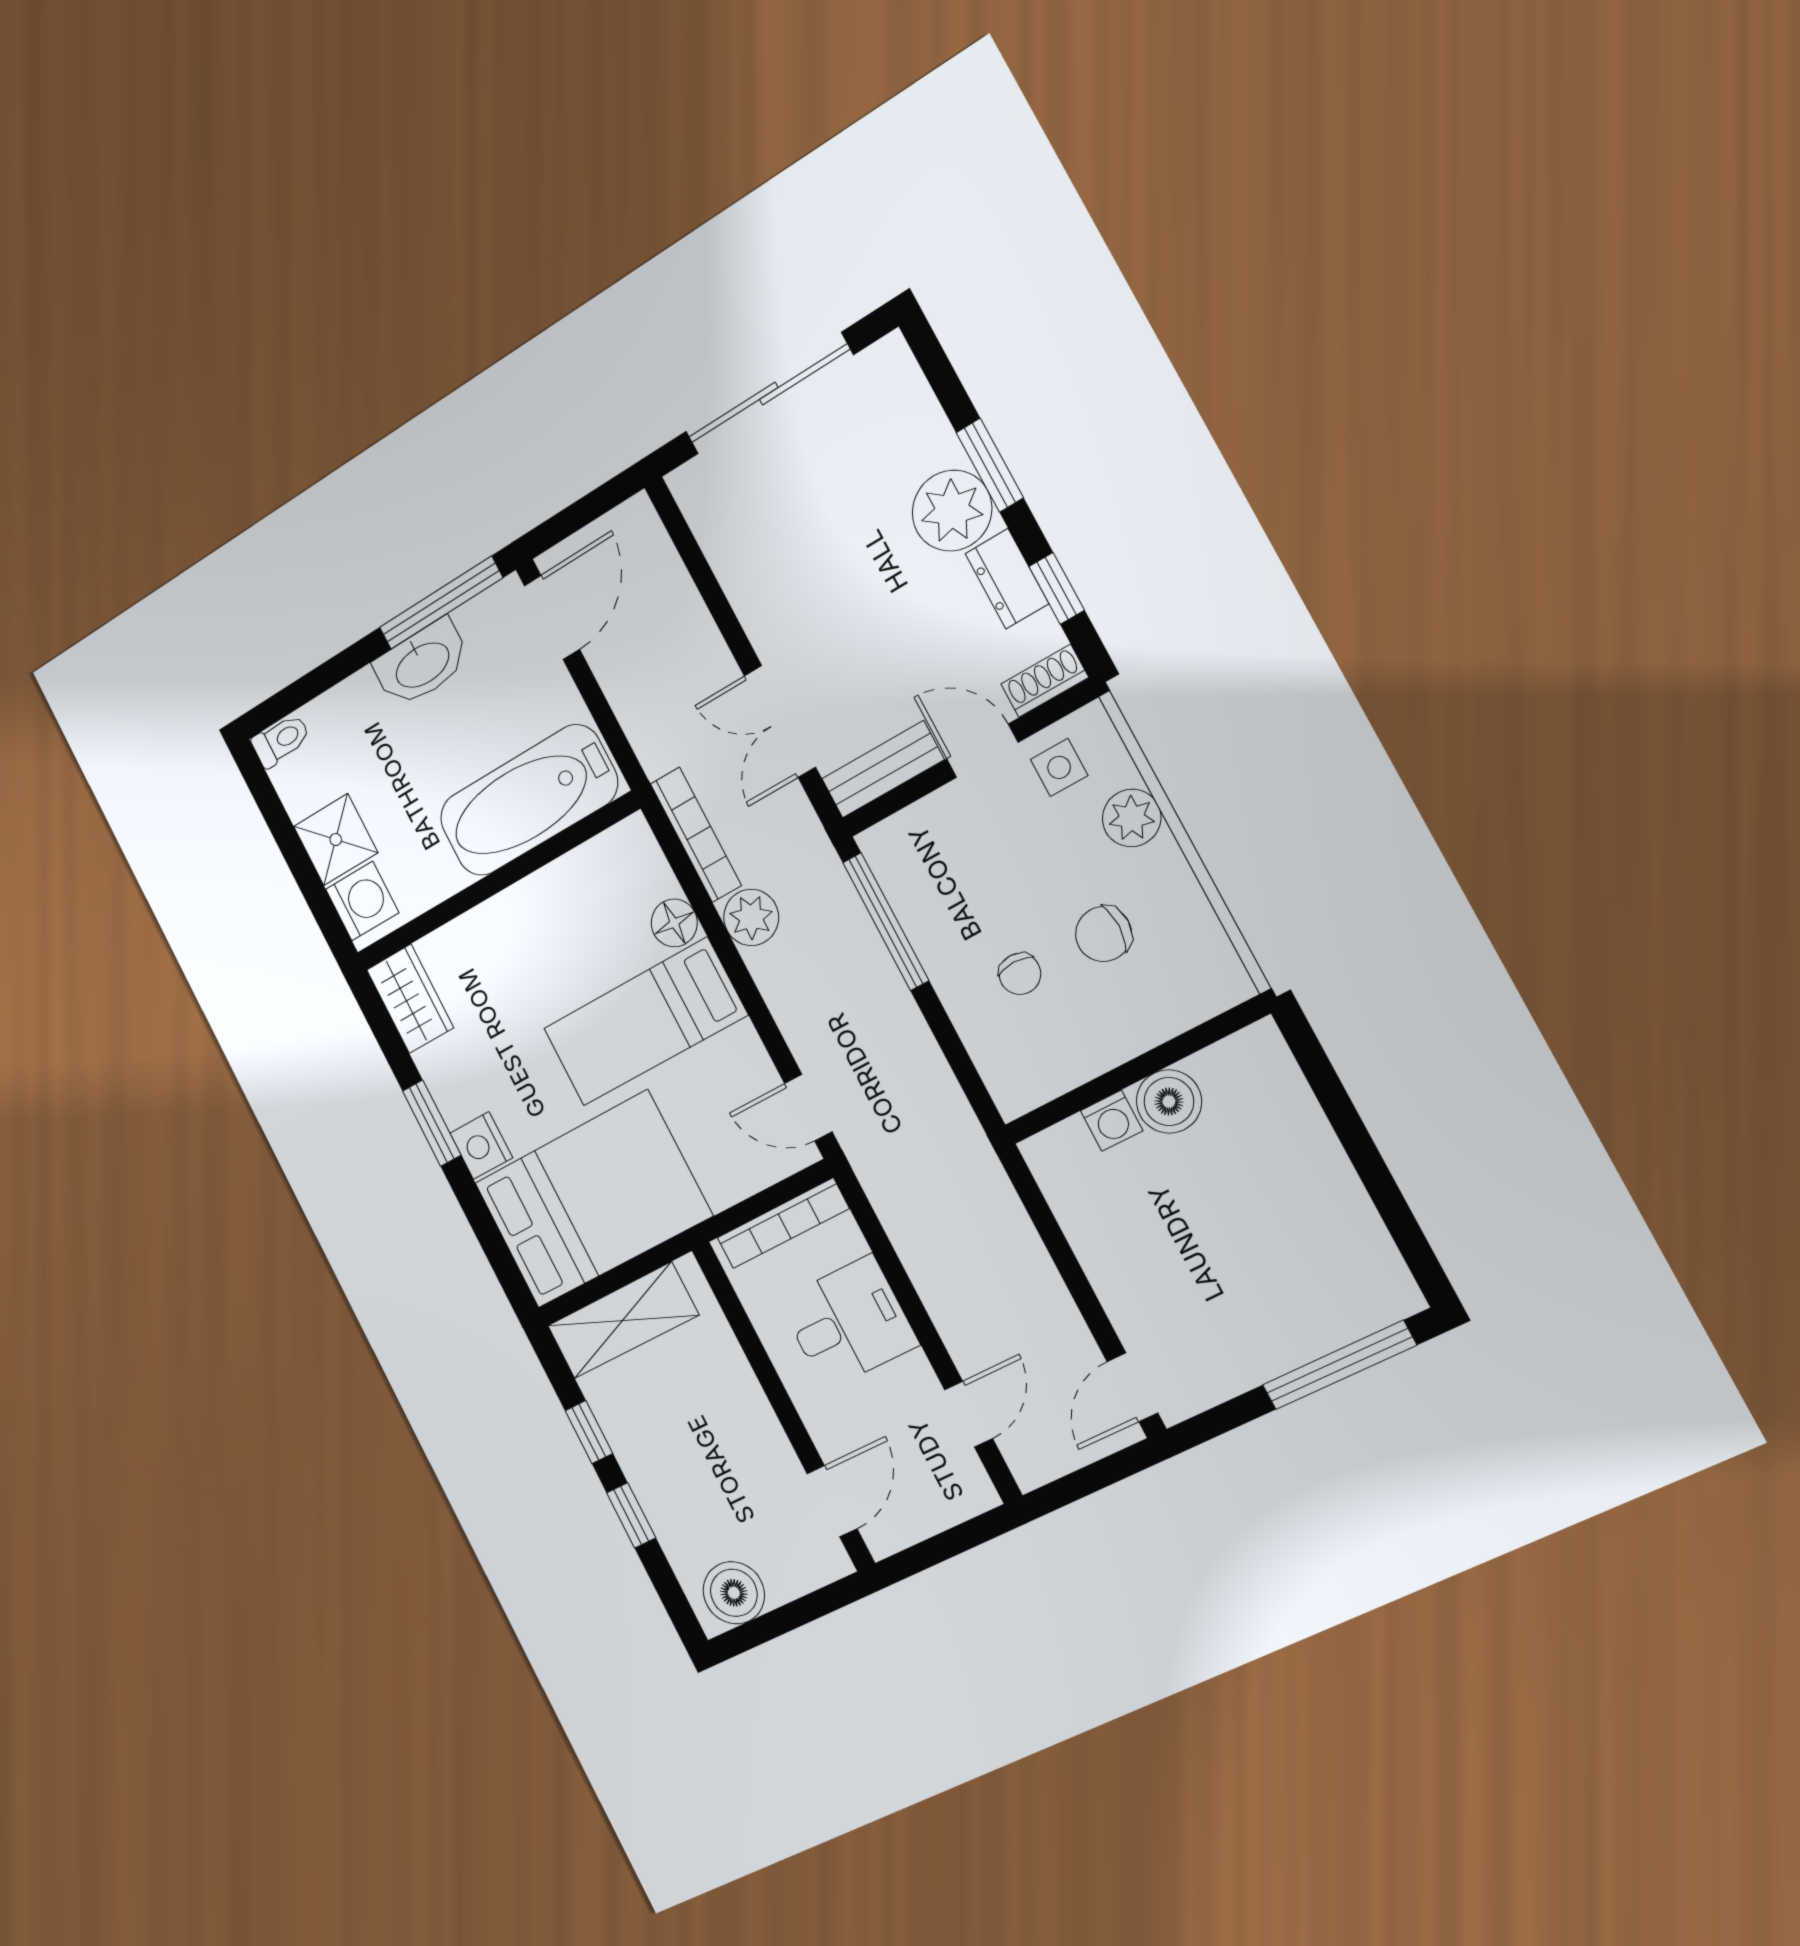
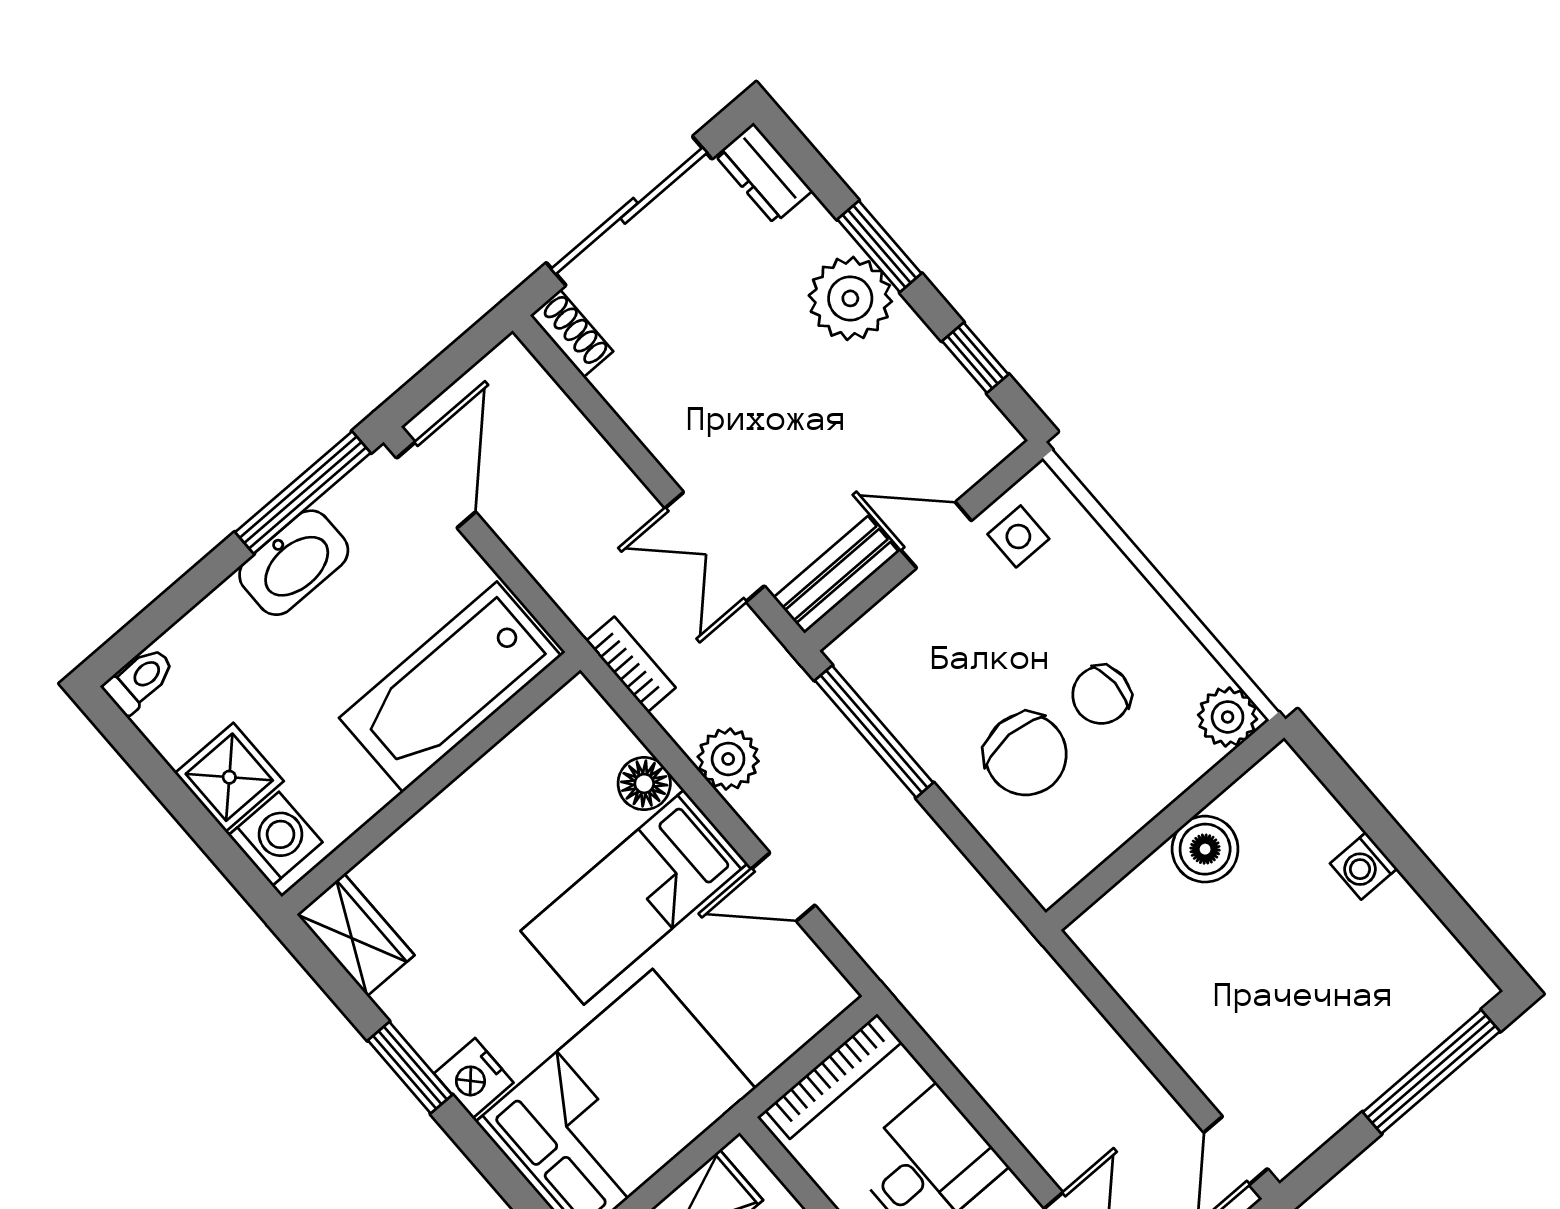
dresser: (1007, 579) -> (764, 173), moved
shoe rack: (1045, 681) -> (572, 333), moved, turned 90
plant: (1132, 818) -> (1228, 717), moved
bookcase: (696, 835) -> (631, 664), width x0.64
chair: (1020, 974) -> (1026, 754), width x1.87, depth x1.87
door: (808, 1108) -> (783, 887), moved
washing machine: (1112, 1121) -> (1364, 866), moved, turned 90

